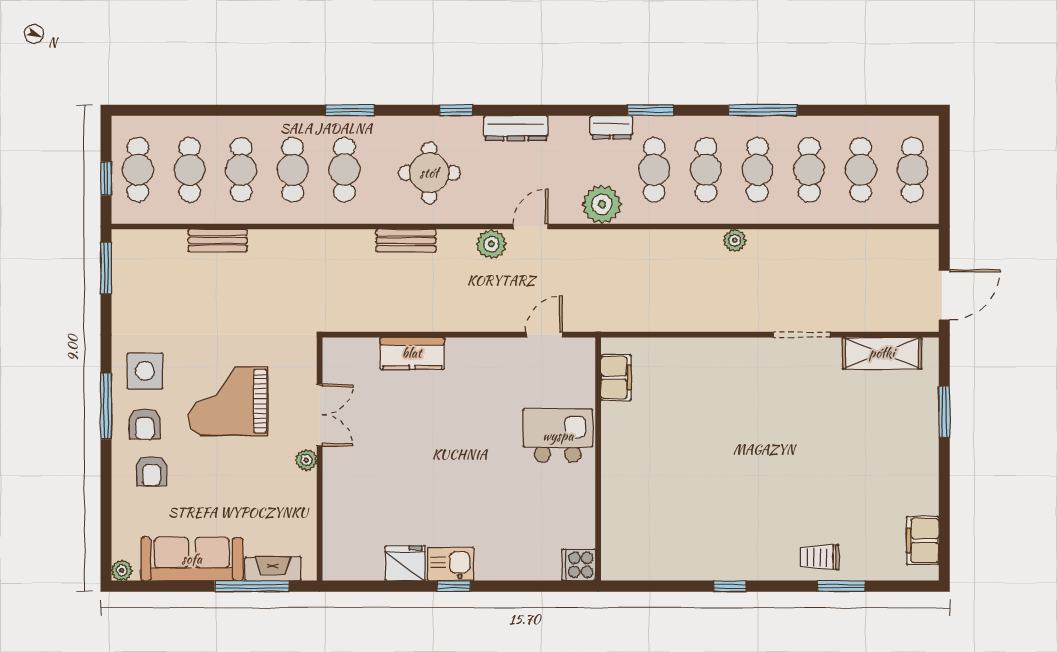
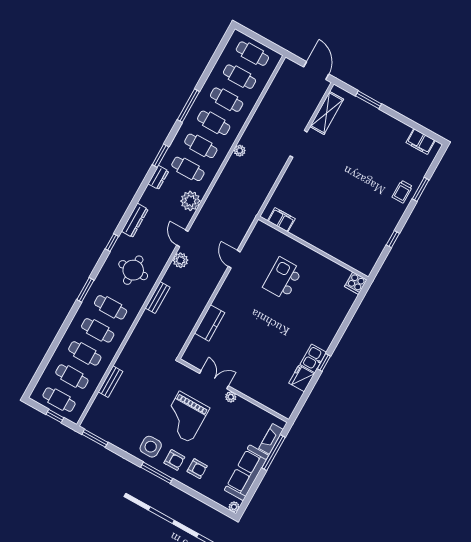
filing cabinet: (616, 378) -> (281, 220), moved
wall: (598, 459) -> (313, 248), moved
cooker: (579, 565) -> (356, 283), moved

